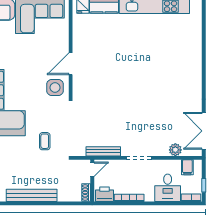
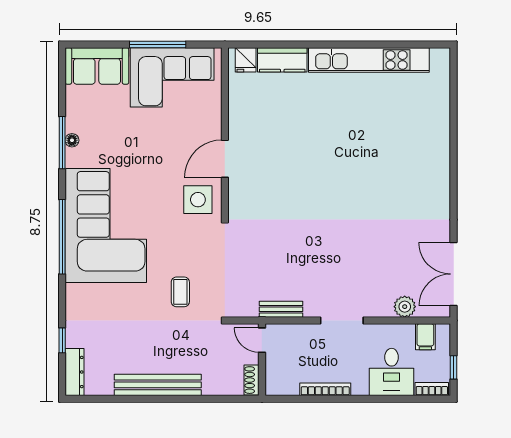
bench: (103, 151) -> (281, 309), width x0.73
door: (92, 169) -> (262, 340), swing flipped
printer: (105, 194) -> (283, 383), removed

